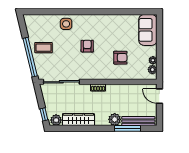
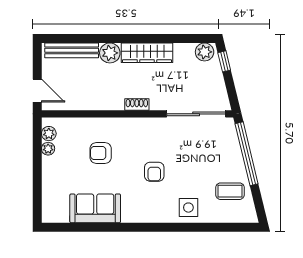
sofa: (148, 30) -> (95, 208), moved, turned -90
coffee table: (44, 48) -> (230, 191), moved
wardrobe: (78, 120) -> (147, 53), moved
window: (127, 128) -> (89, 39), removed

